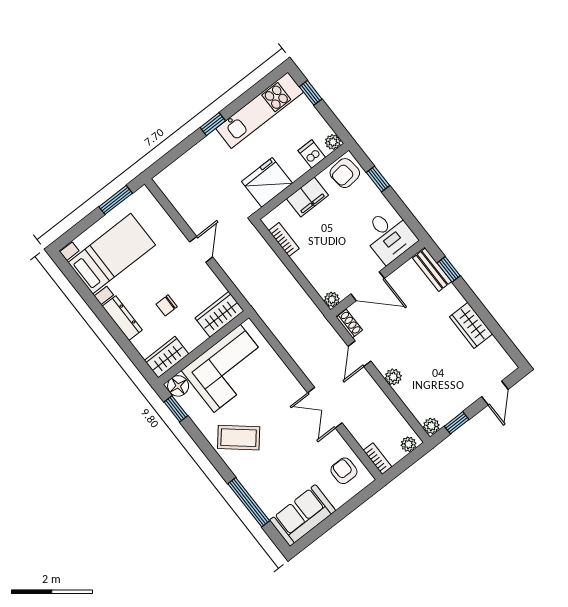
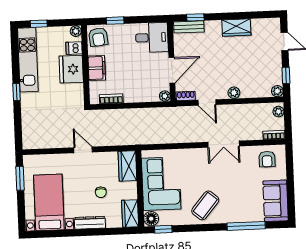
fridge: (267, 182) -> (71, 69), moved
armchair: (344, 471) -> (267, 159), turned -90

